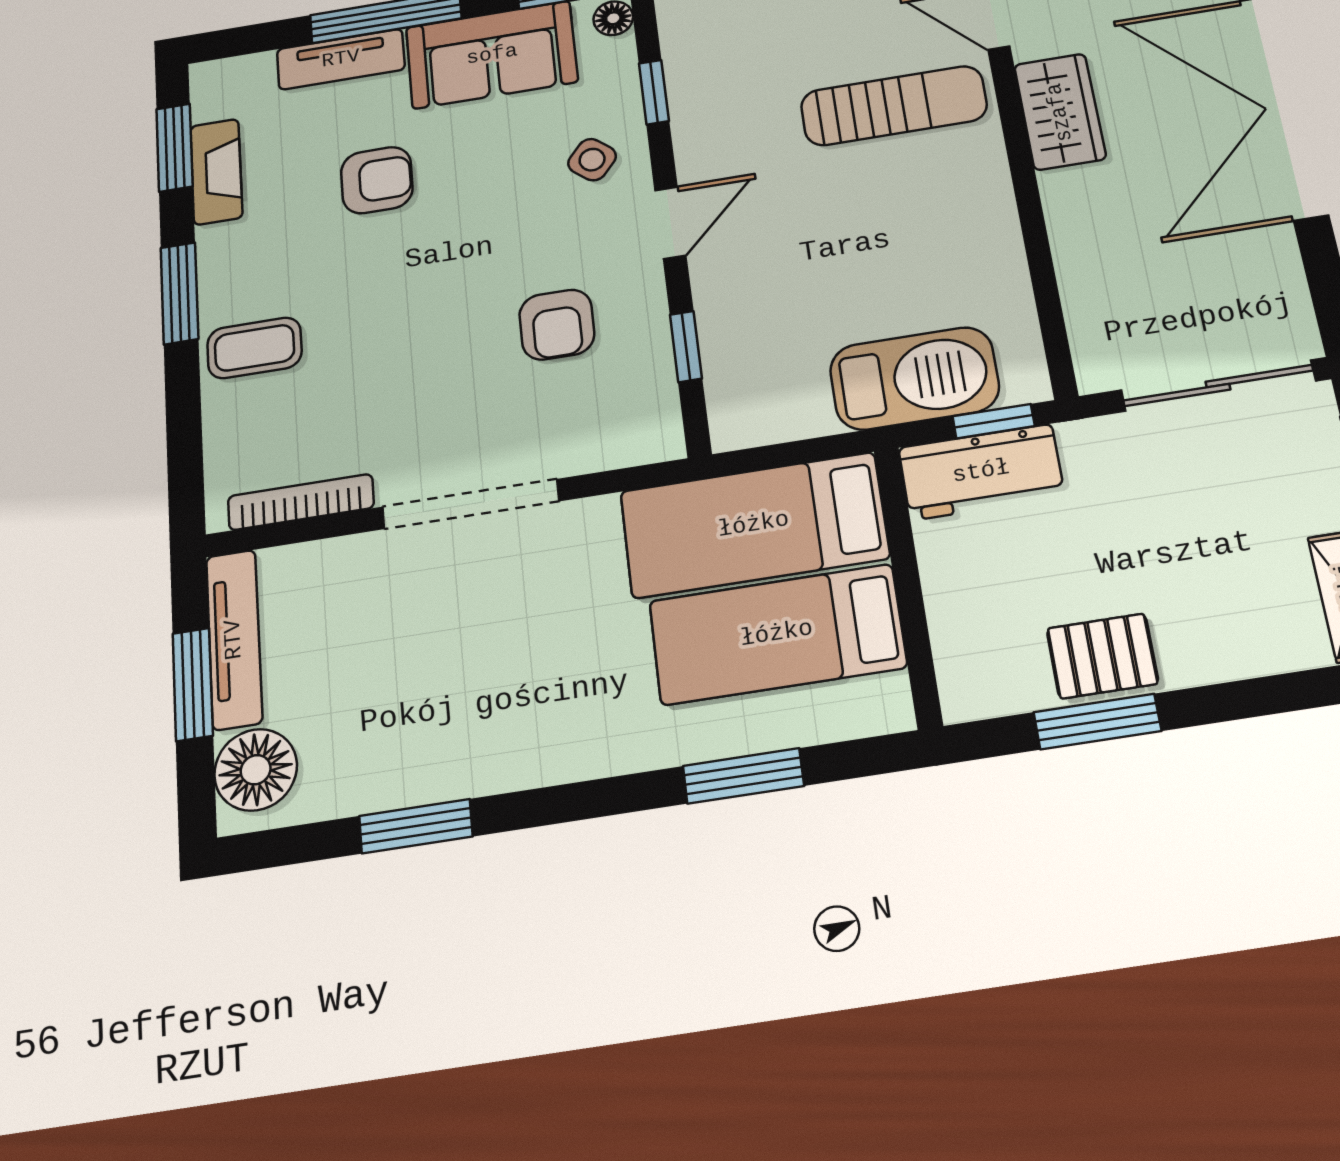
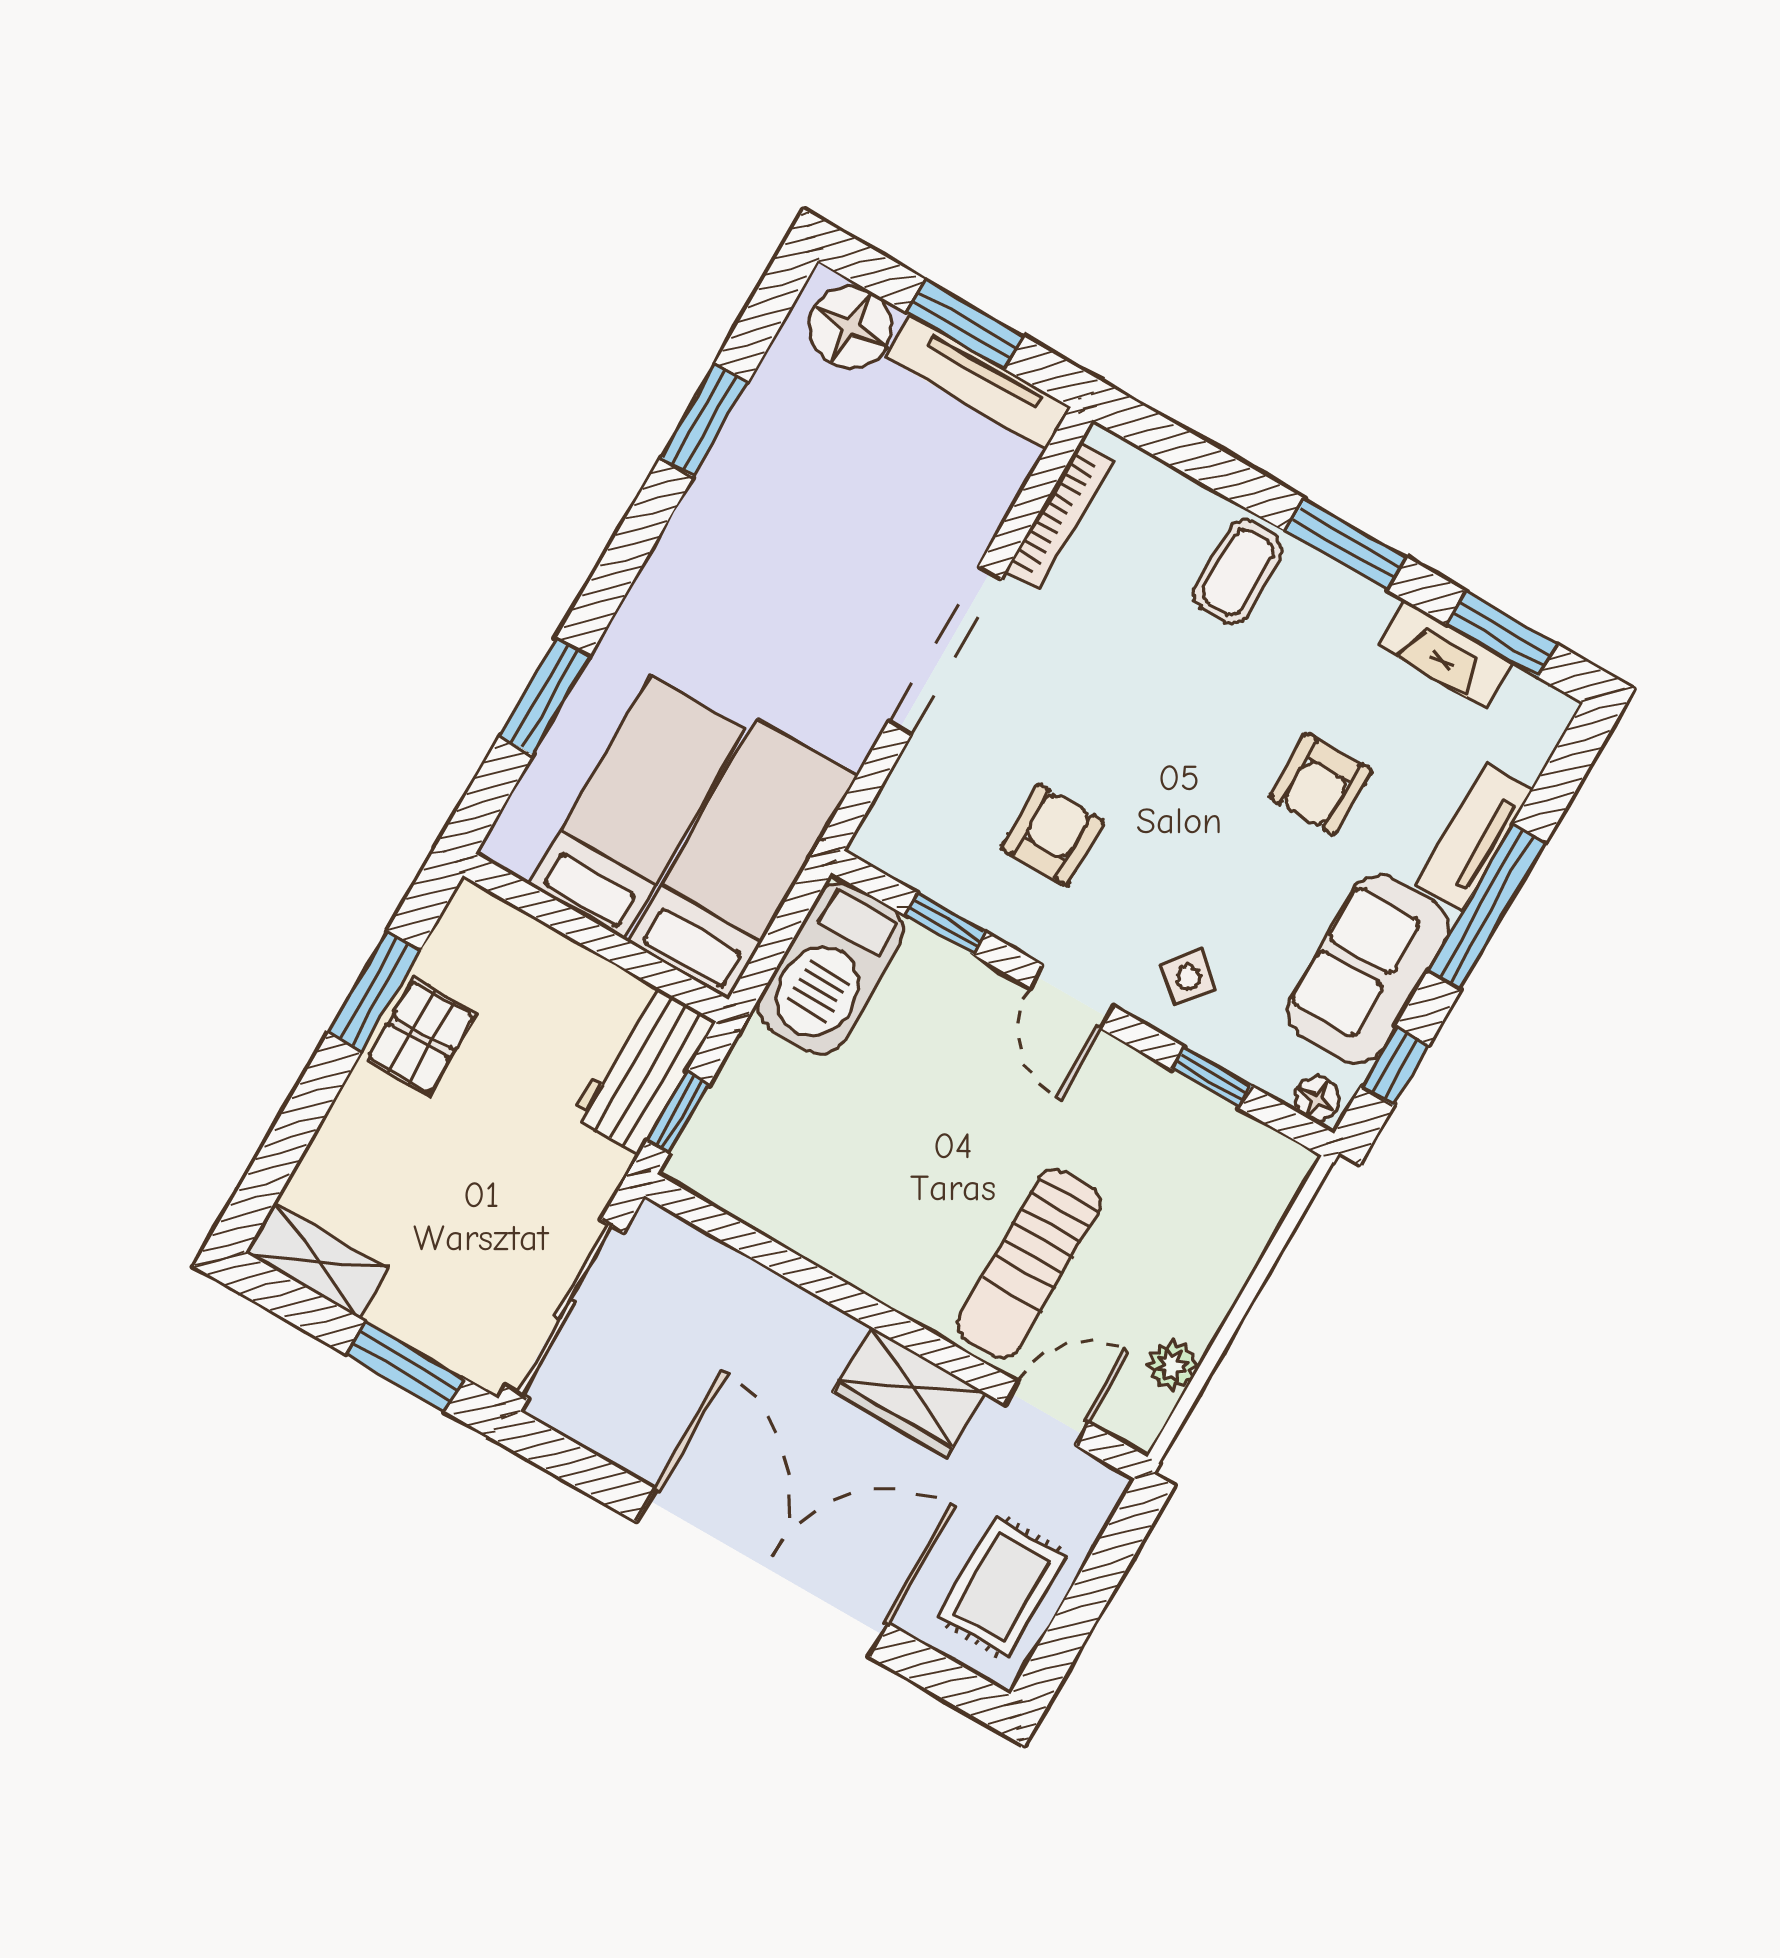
armchair: (557, 325) -> (1053, 835), turned 90
barbecue: (914, 378) -> (831, 968), moved

